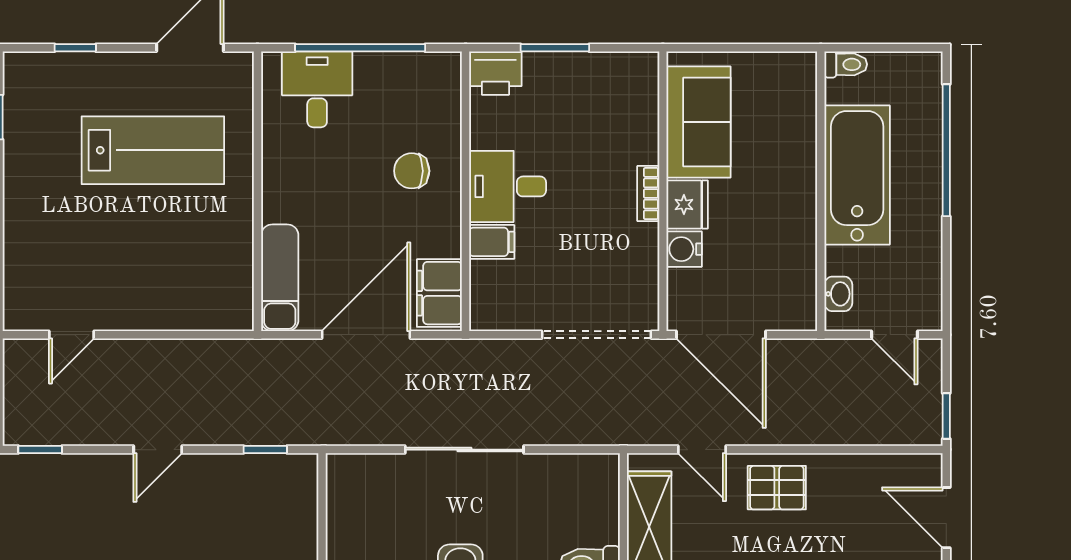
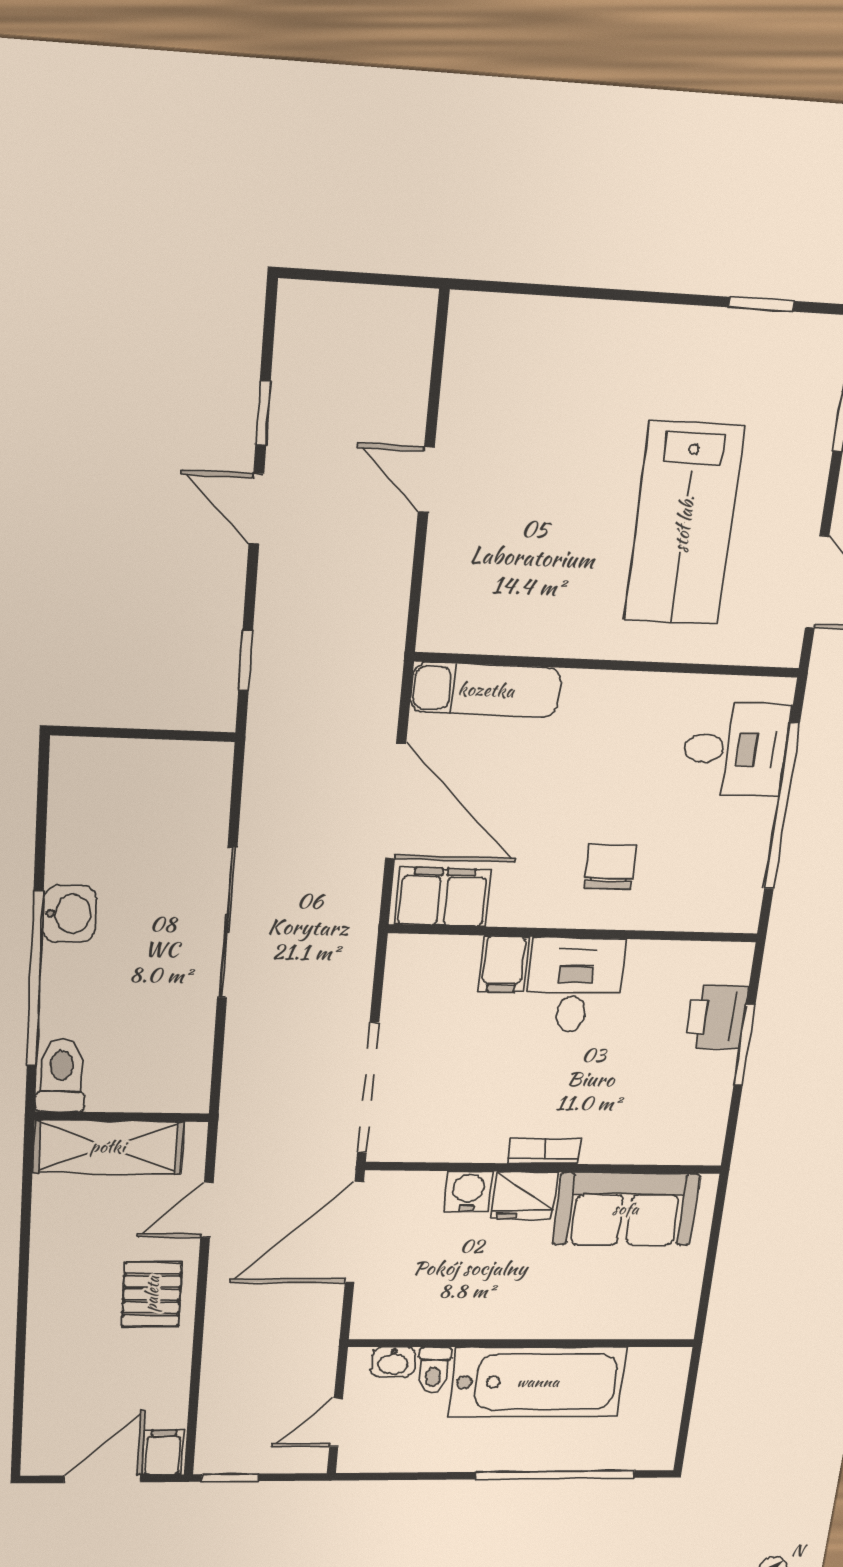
toilet: (846, 64) -> (434, 1370), moved
printer: (495, 73) -> (716, 1017), moved
door: (71, 335) -> (426, 480), moved
window: (40, 450) -> (263, 413), moved
filing cabinet: (922, 471) -> (163, 1452), added

